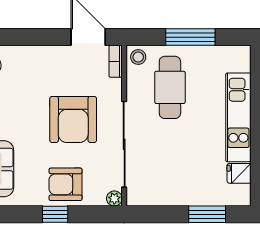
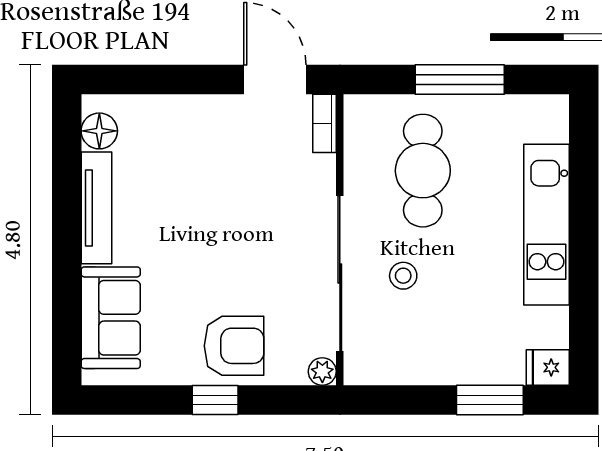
stool: (138, 57) -> (403, 276), moved
armchair: (73, 119) -> (248, 229), removed
fridge: (239, 173) -> (548, 367), moved
armchair: (66, 184) -> (234, 346), turned 180

